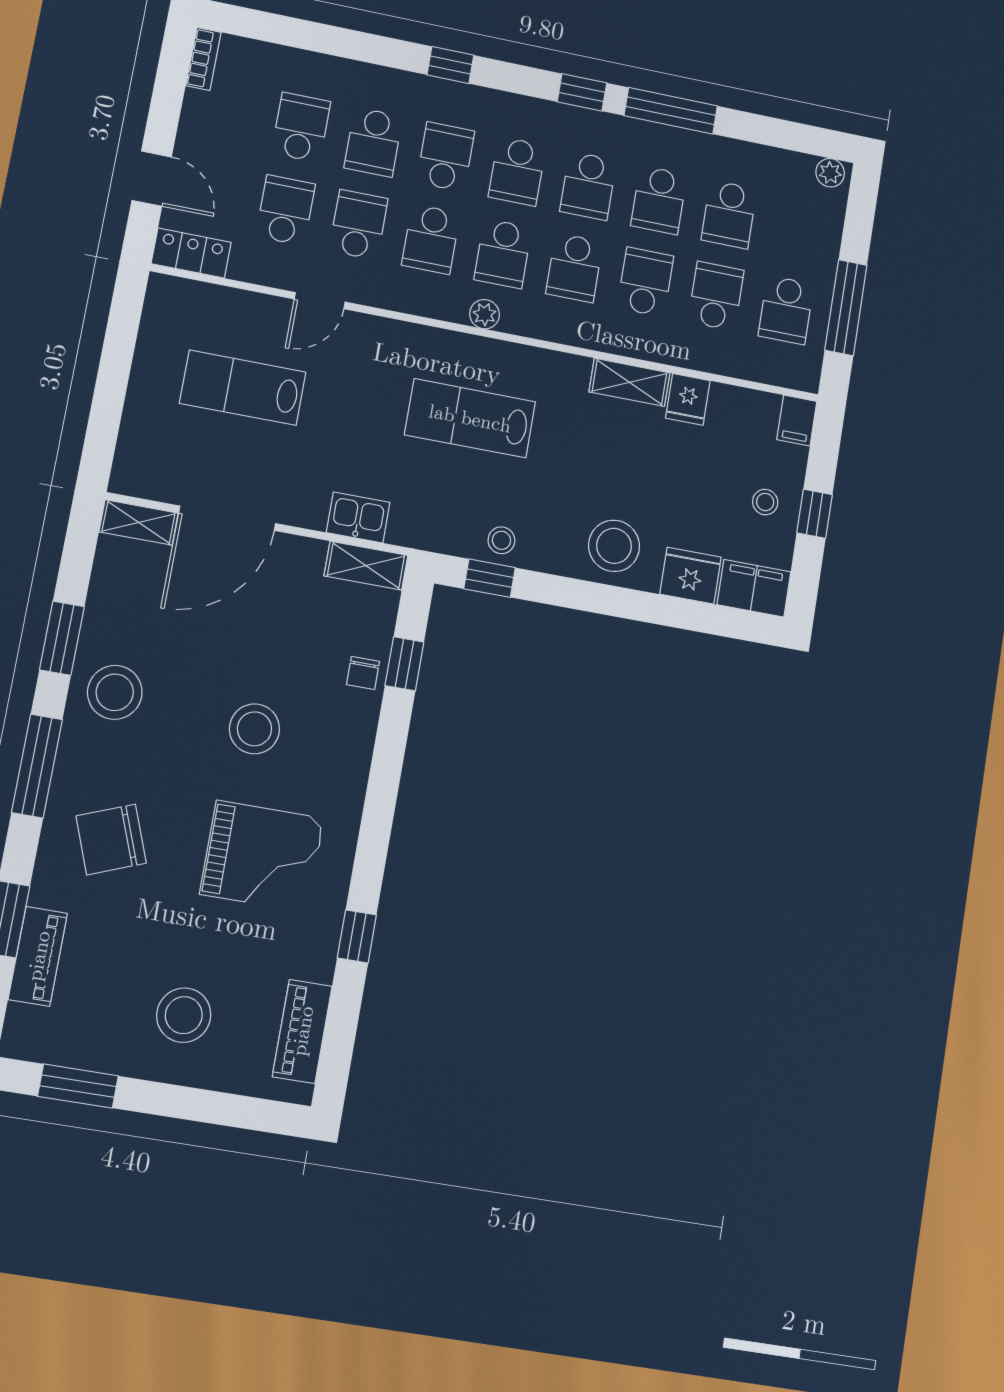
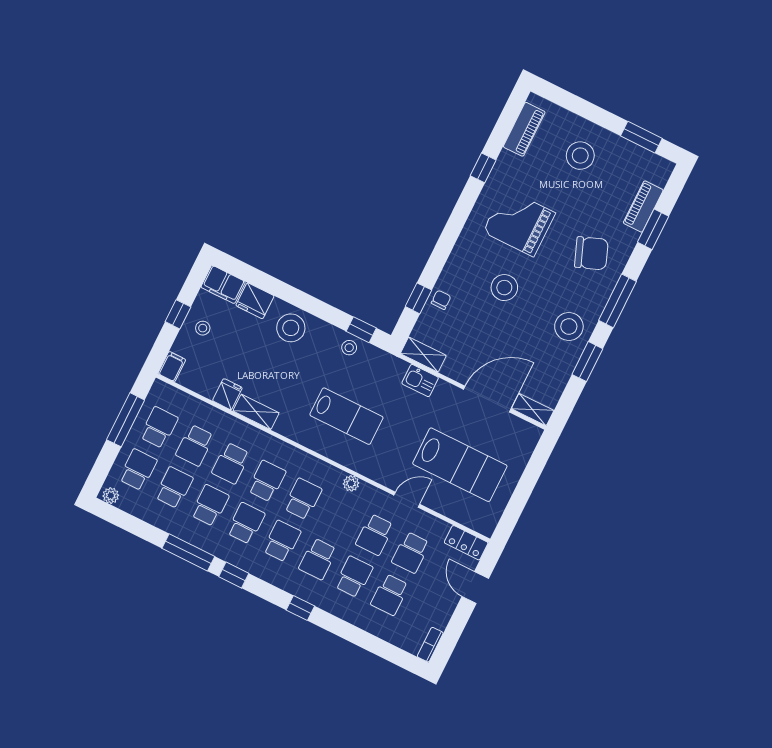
school desk: (431, 239) -> (138, 470), moved
plant: (485, 314) -> (351, 483), moved
lab bench: (243, 388) -> (460, 465), width x1.36, depth x1.39

